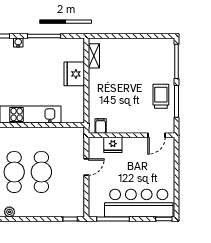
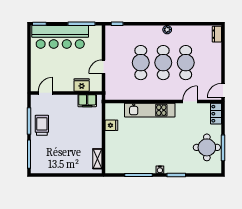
fridge: (74, 74) -> (111, 125), moved, width x0.53, depth x0.75
trolley: (161, 96) -> (42, 125), turned 180
filing cabinet: (101, 126) -> (87, 101), width x2.00

